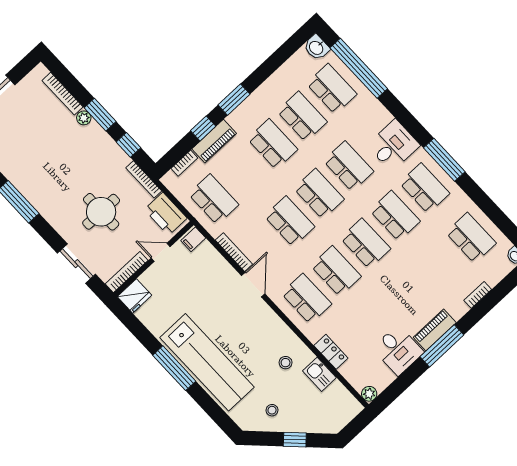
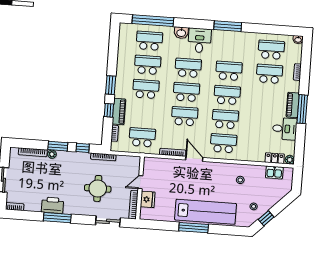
washbasin: (316, 48) -> (181, 33), moved
school desk: (425, 188) -> (269, 74), moved
printer: (166, 214) -> (52, 205), moved, turned 180
filing cabinet: (193, 239) -> (150, 163), removed
fridge: (135, 296) -> (148, 199), moved
locker: (331, 352) -> (275, 158), moved
kitchen sink: (319, 374) -> (274, 172), moved
window: (295, 440) -> (266, 218), moved

